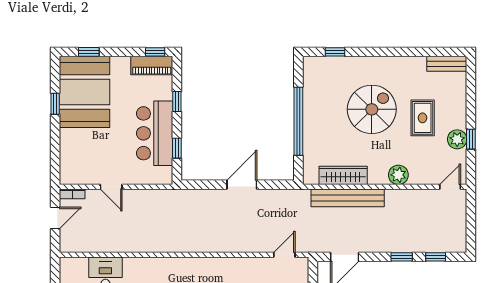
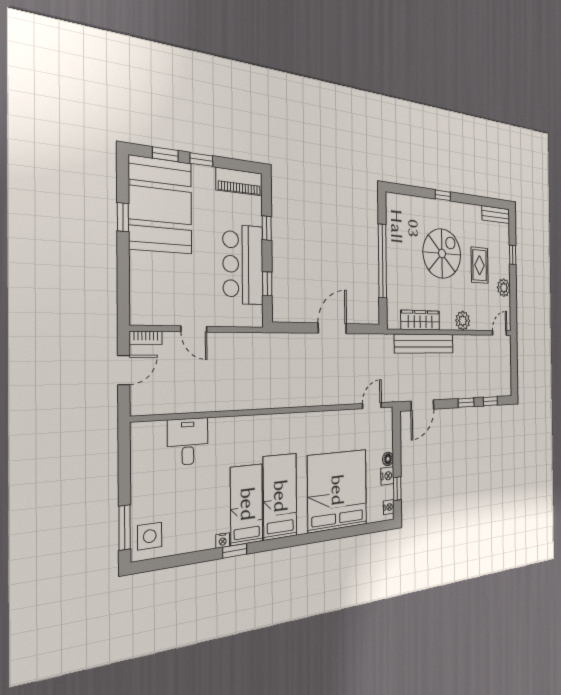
window: (155, 52) -> (201, 160), moved
window: (335, 52) -> (443, 195), moved
window: (471, 139) -> (513, 255), moved

